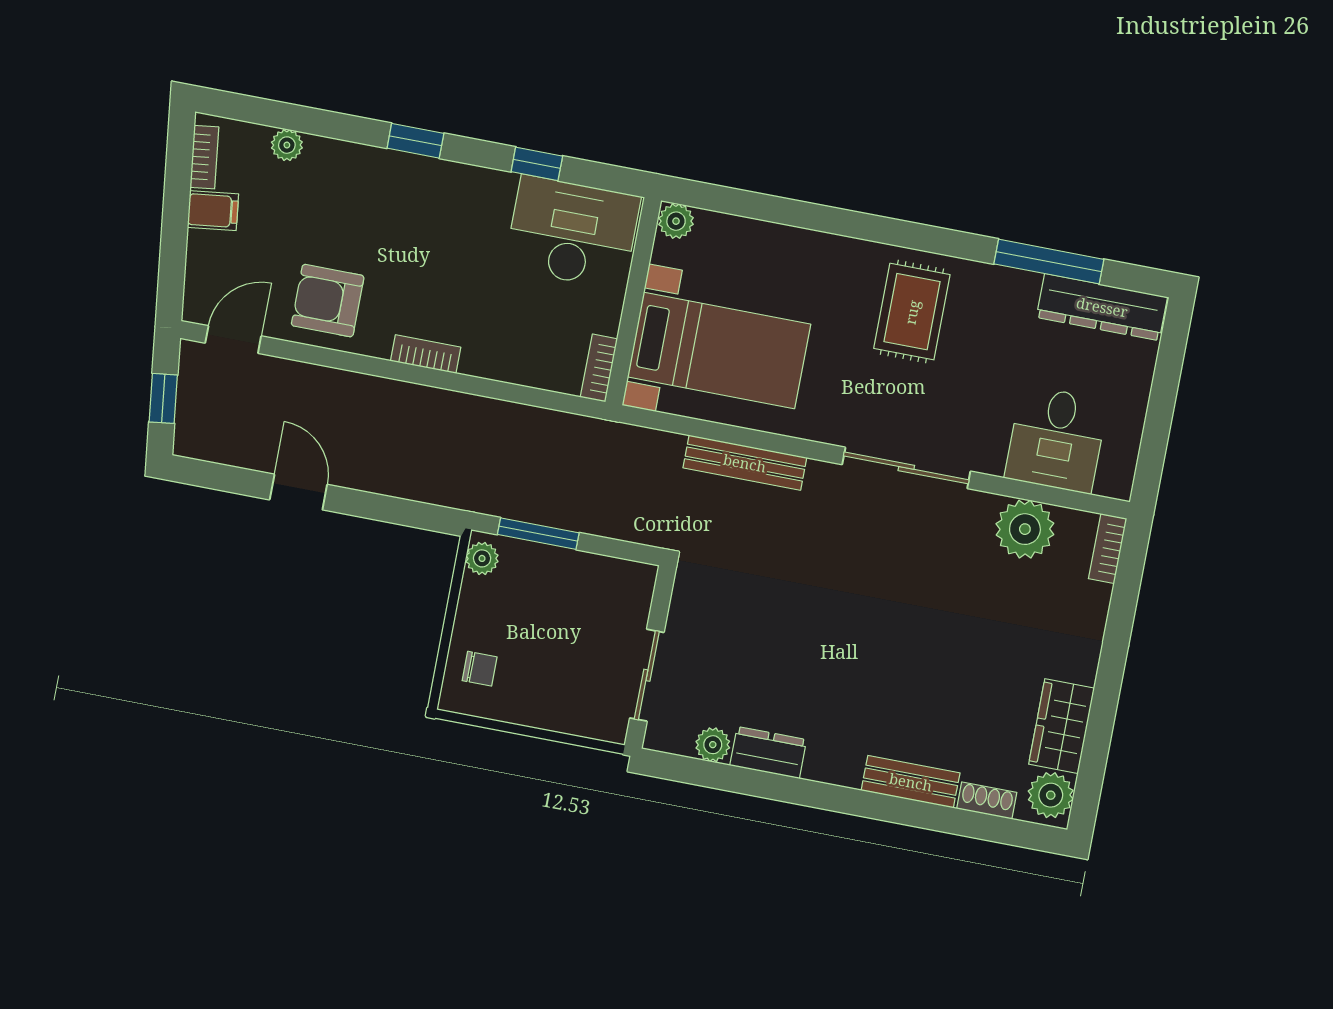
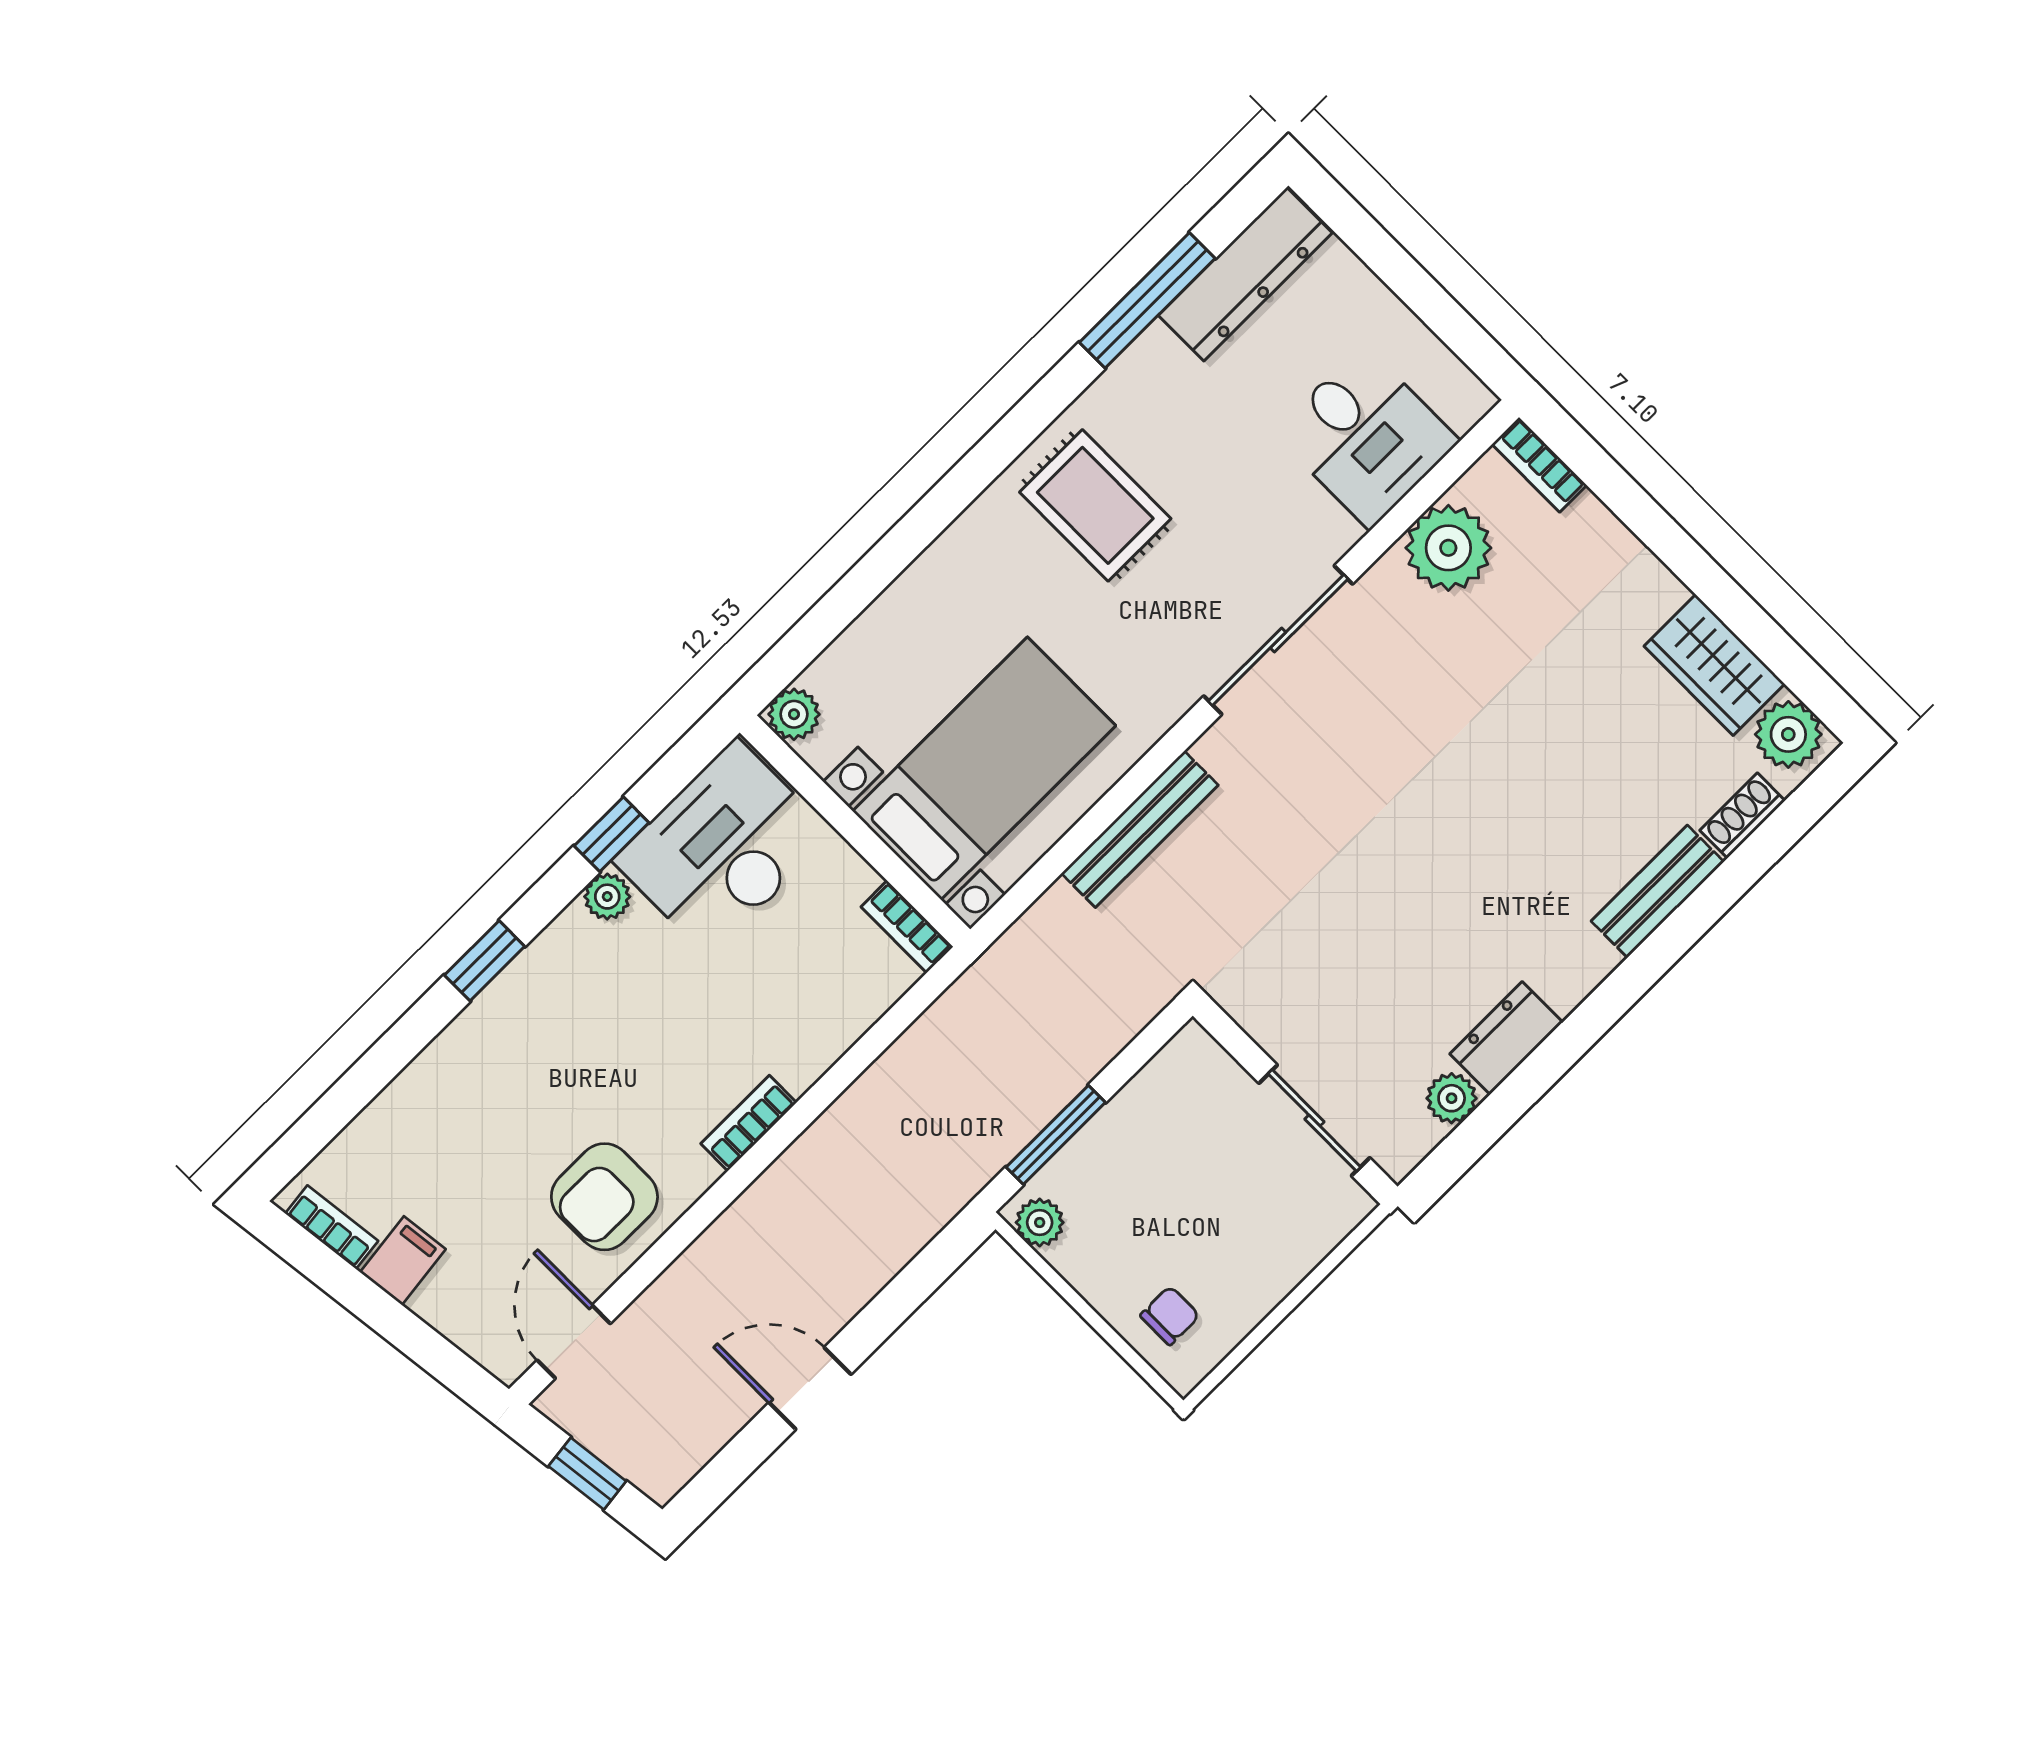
plant: (287, 145) -> (607, 897), moved

